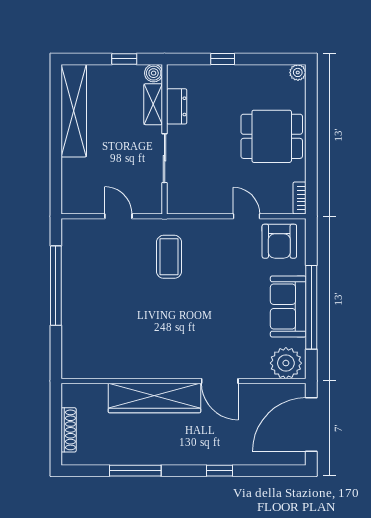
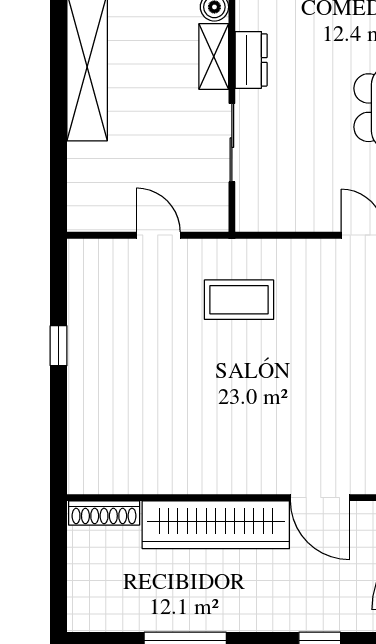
coffee table: (169, 257) -> (239, 300), turned 90
window: (56, 286) -> (59, 346), width x0.32
shoe rack: (69, 430) -> (104, 513), moved, turned 90

